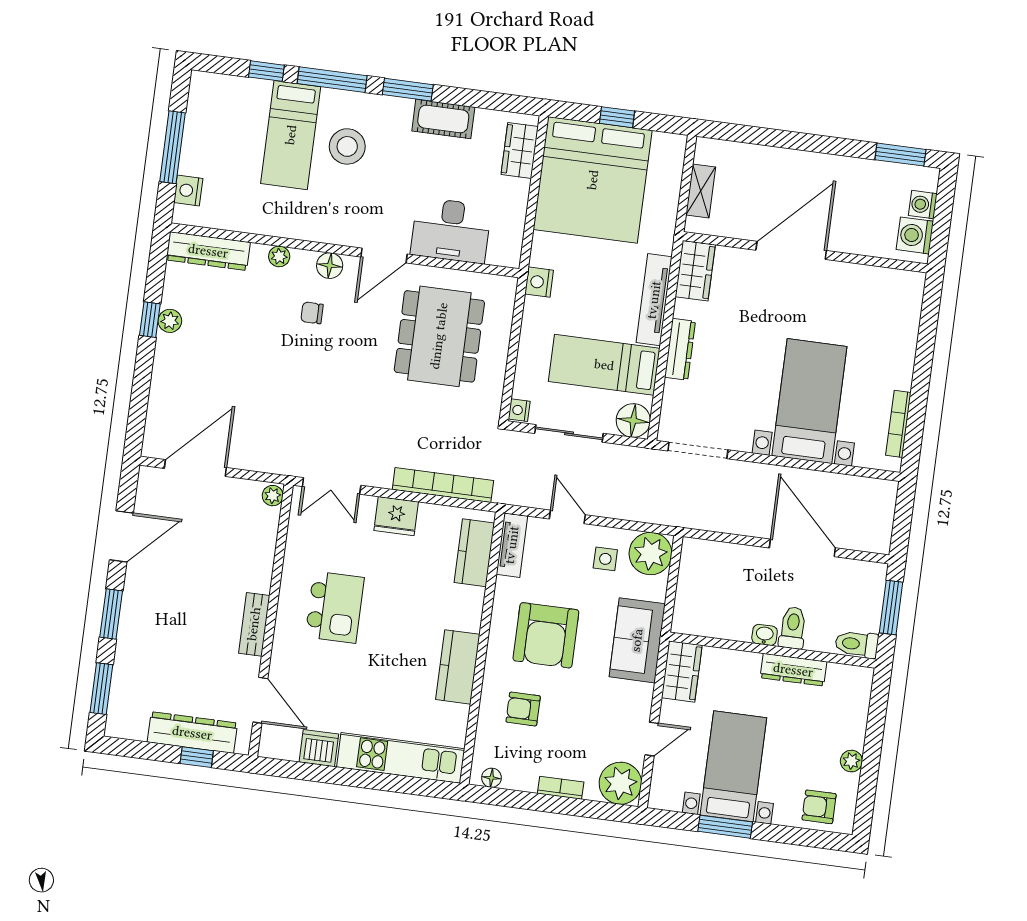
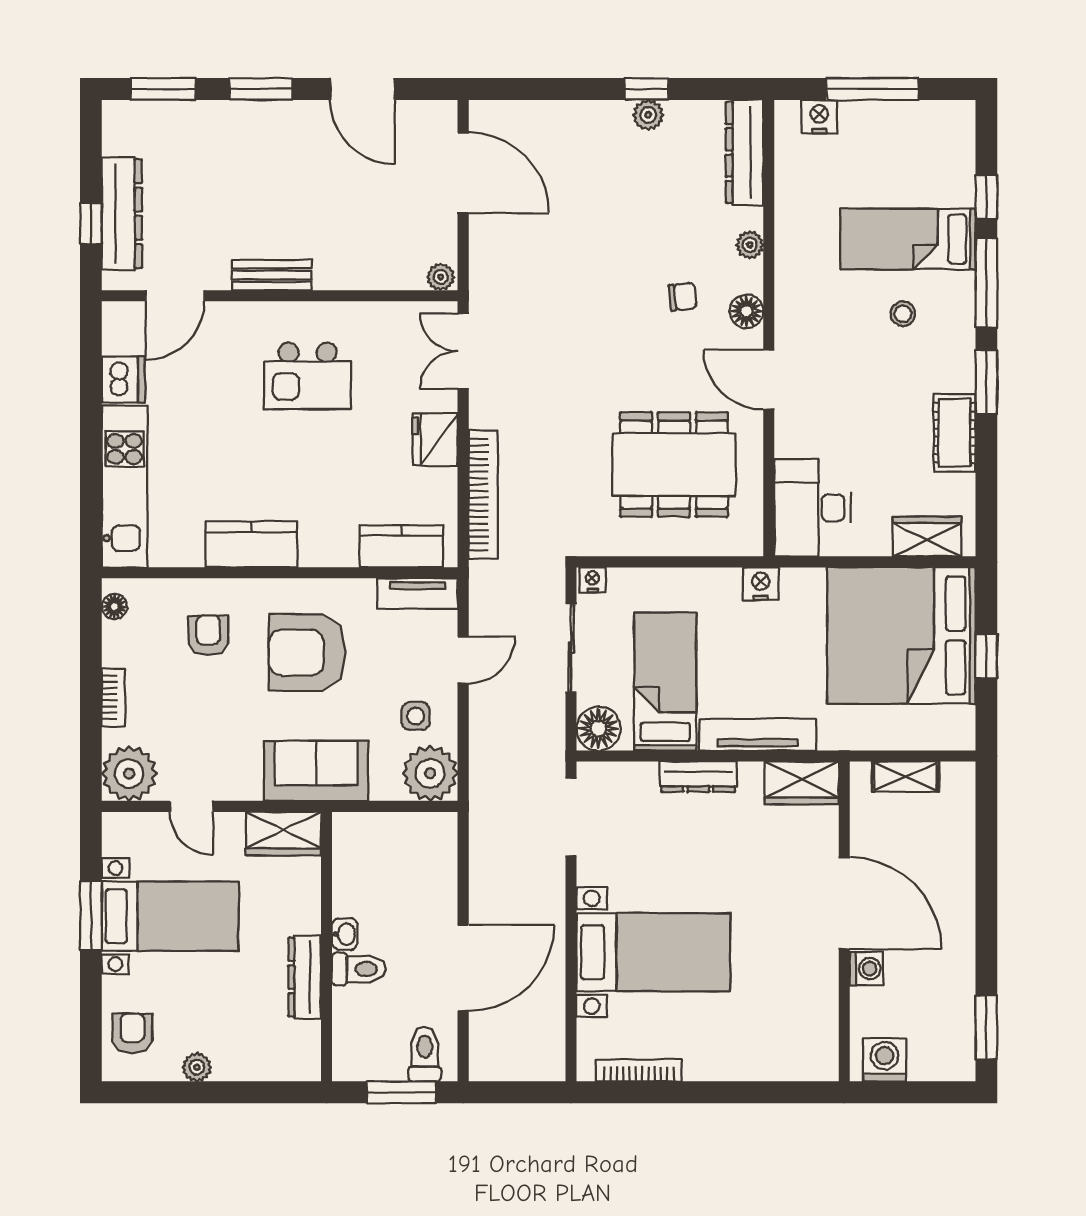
stool: (347, 146) -> (903, 314), width x0.53, depth x0.53
washing machine: (923, 205) -> (866, 969), moved, turned 90
desk: (451, 230) -> (812, 508), moved
chair: (312, 313) -> (683, 297), turned 84
toilet: (857, 644) -> (425, 1054), moved

